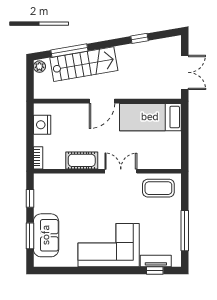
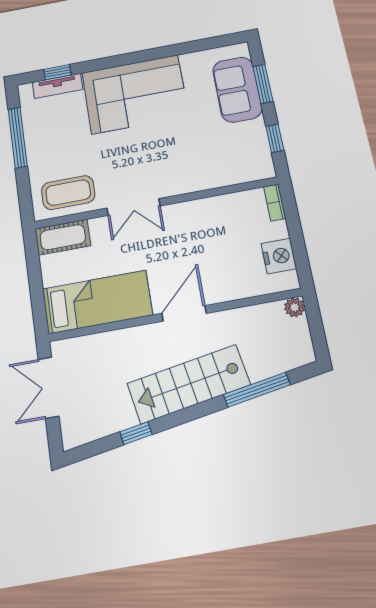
stairs: (84, 64) -> (189, 384), moved
plant: (39, 67) -> (295, 307), moved
cot: (82, 160) -> (63, 237), moved

